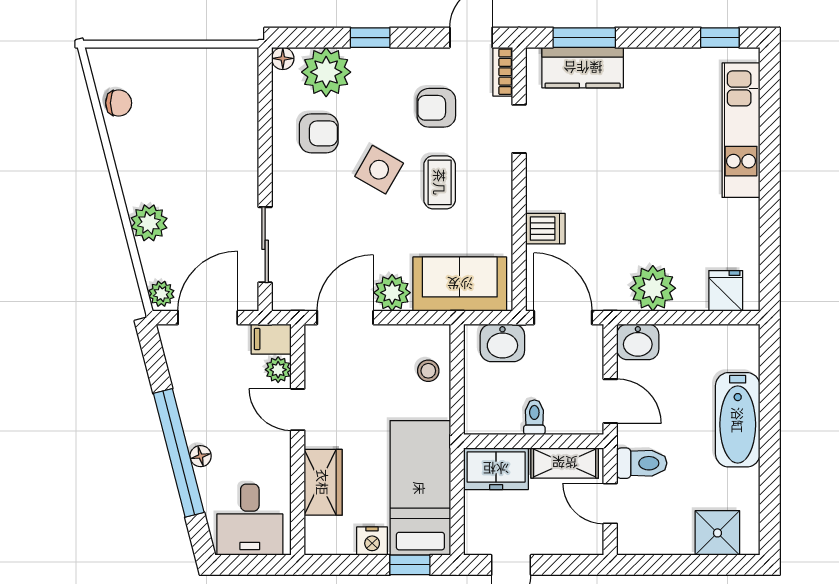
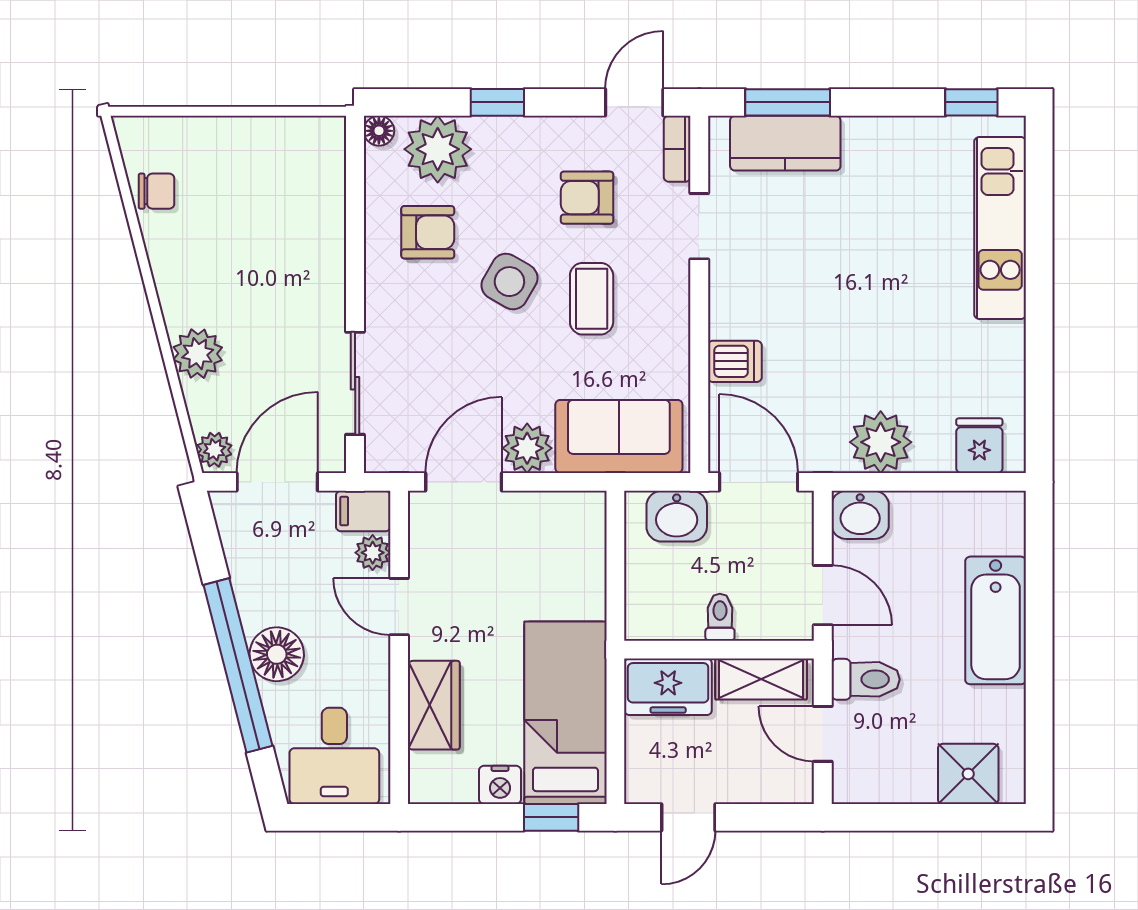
stool: (428, 371) -> (576, 554), removed
floor lamp: (201, 456) -> (277, 654), width x1.89, depth x1.89

